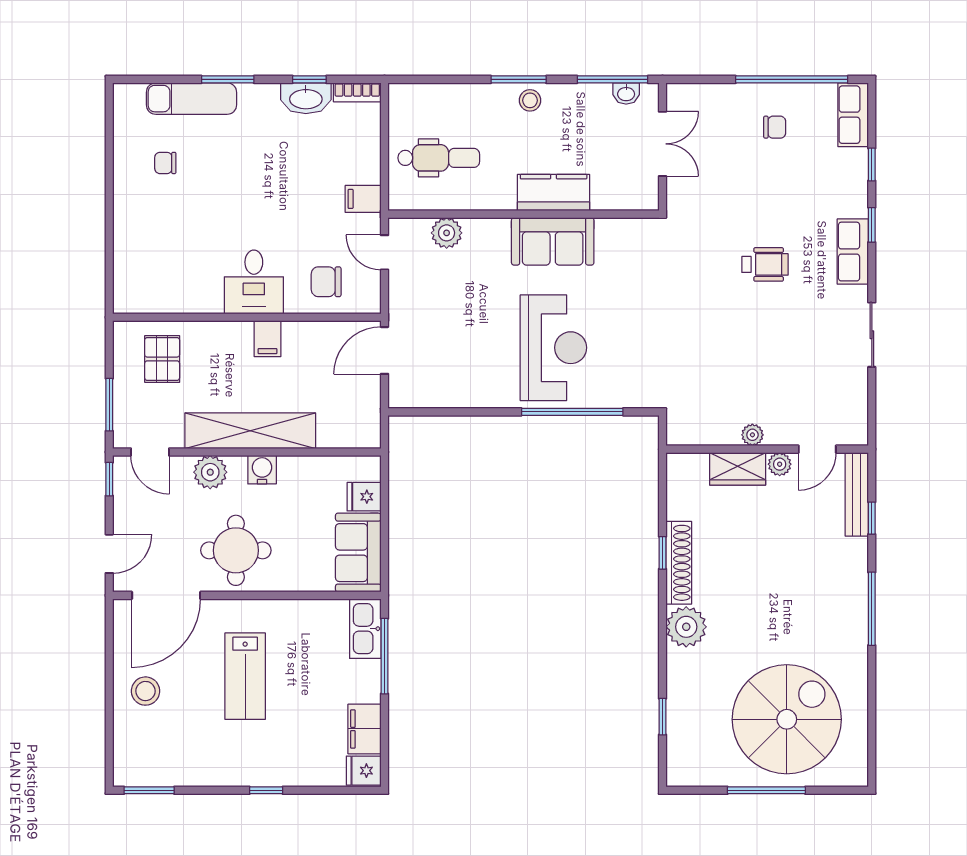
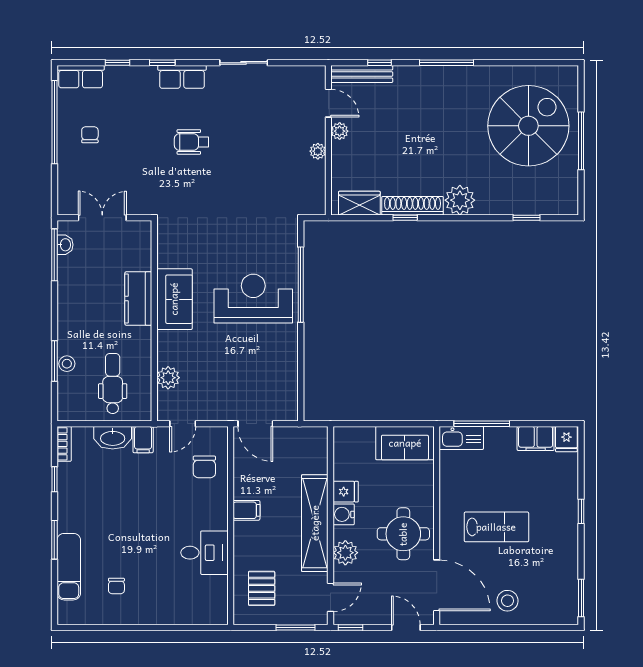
window: (519, 79) -> (54, 361), moved
washbasin: (306, 98) -> (113, 438), moved, turned 90
stool: (530, 100) -> (67, 364), moved
wheelchair: (765, 264) -> (192, 142), turned -90
desk: (254, 282) -> (205, 553), moved
pallet: (162, 359) -> (262, 588), turned 90
wardrobe: (738, 469) -> (359, 203), moved, turned -90
fridge: (364, 497) -> (346, 492), moved, turned -90
spiral stairs: (787, 719) -> (528, 126), turned 90

